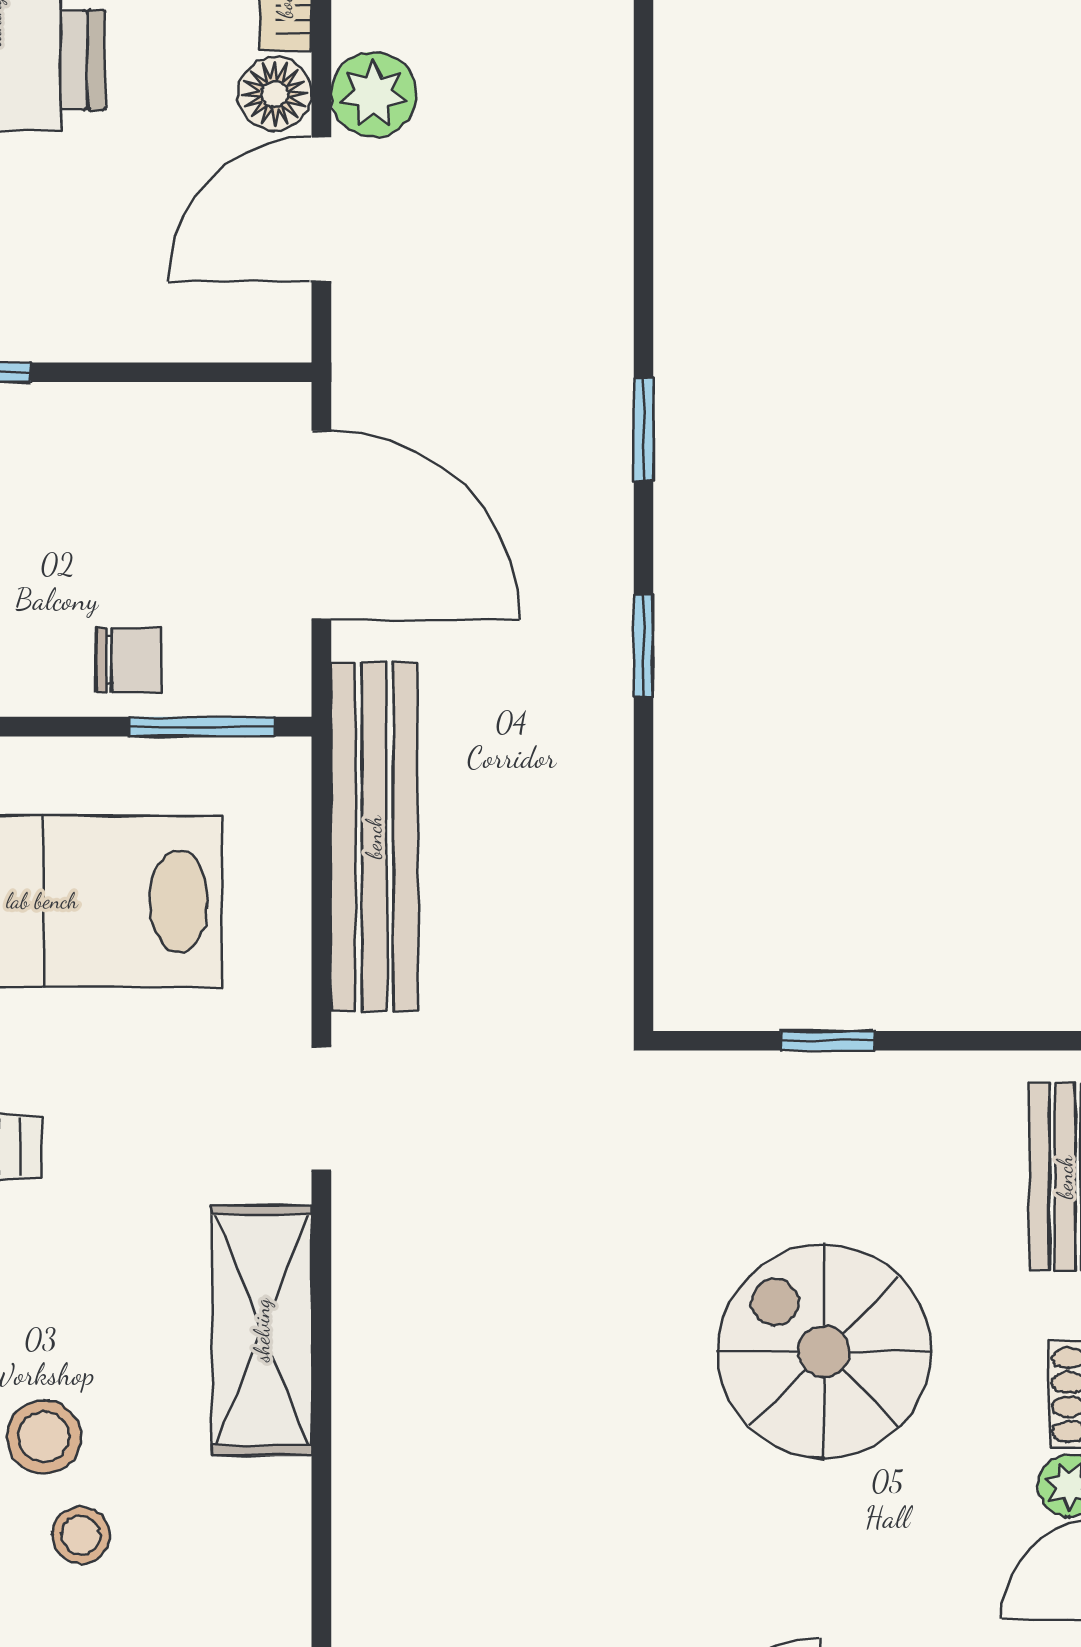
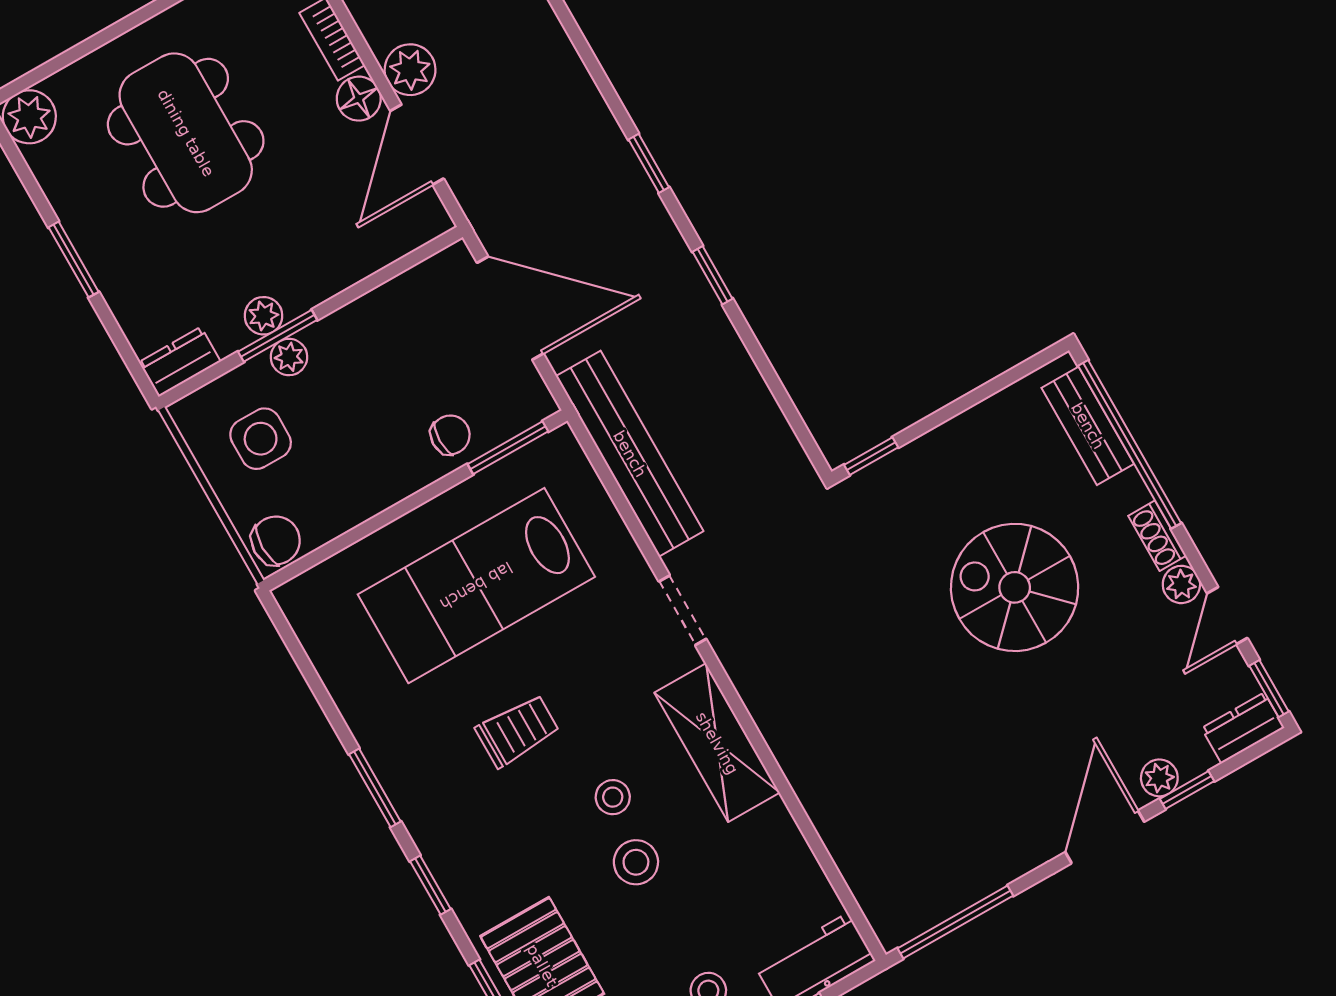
window: (828, 1041) -> (871, 456), moved
stool: (81, 1535) -> (613, 797), moved

